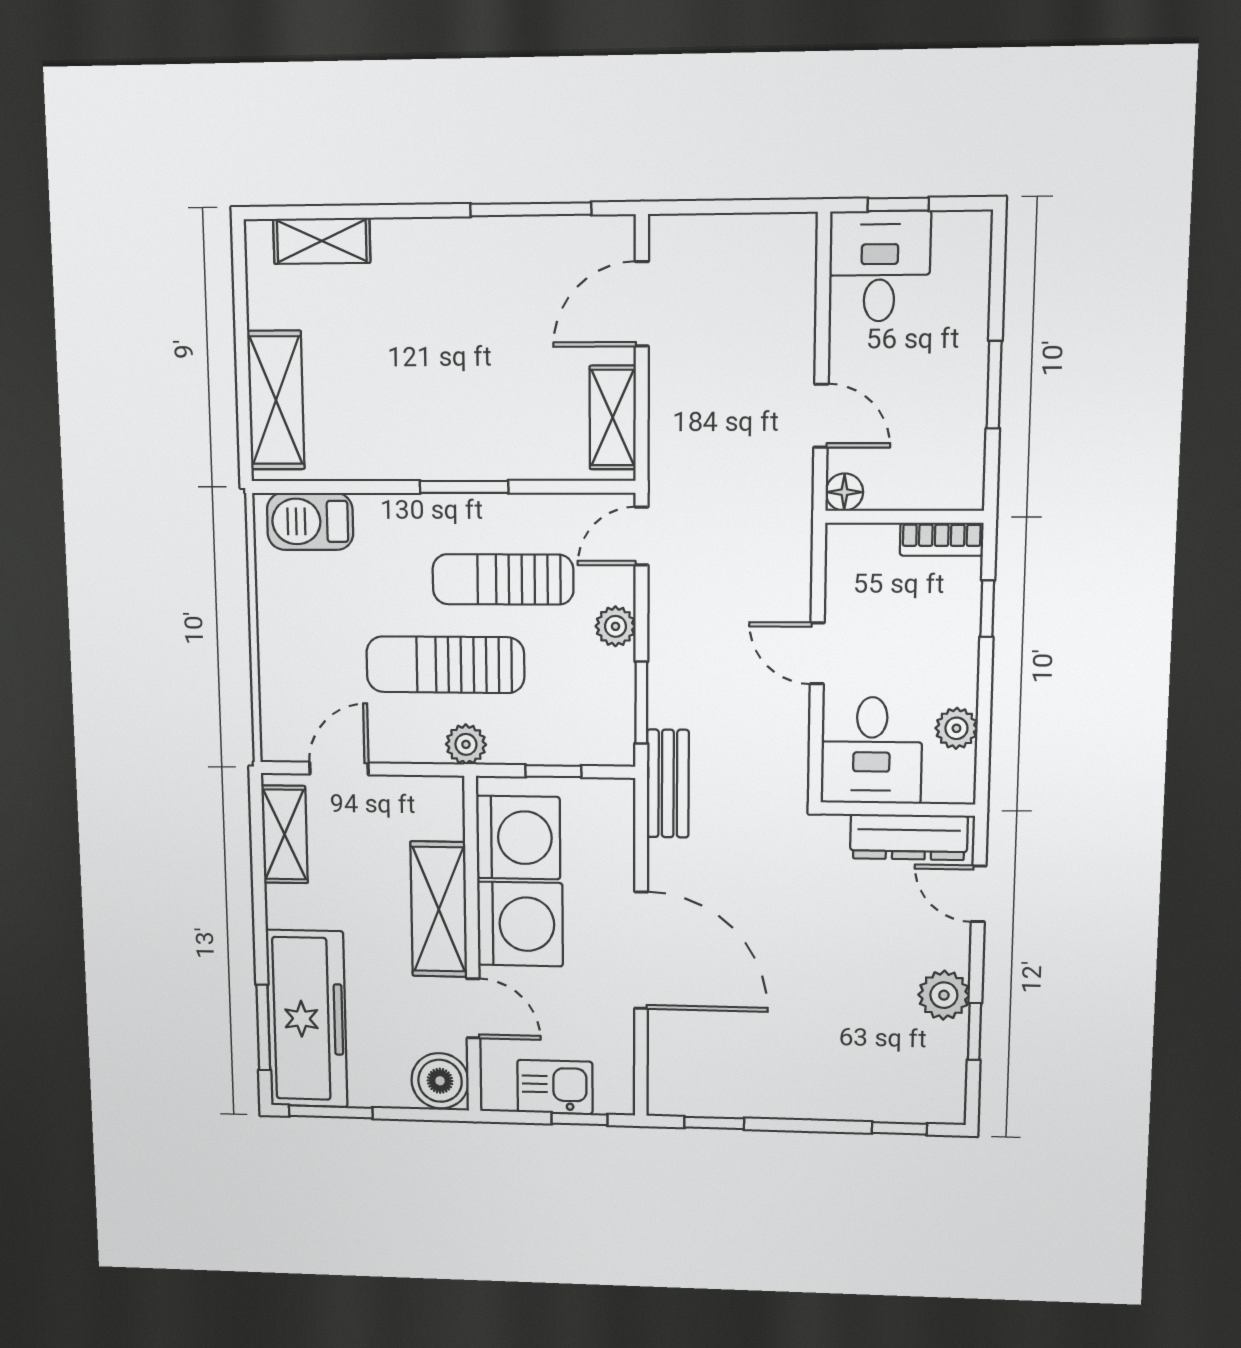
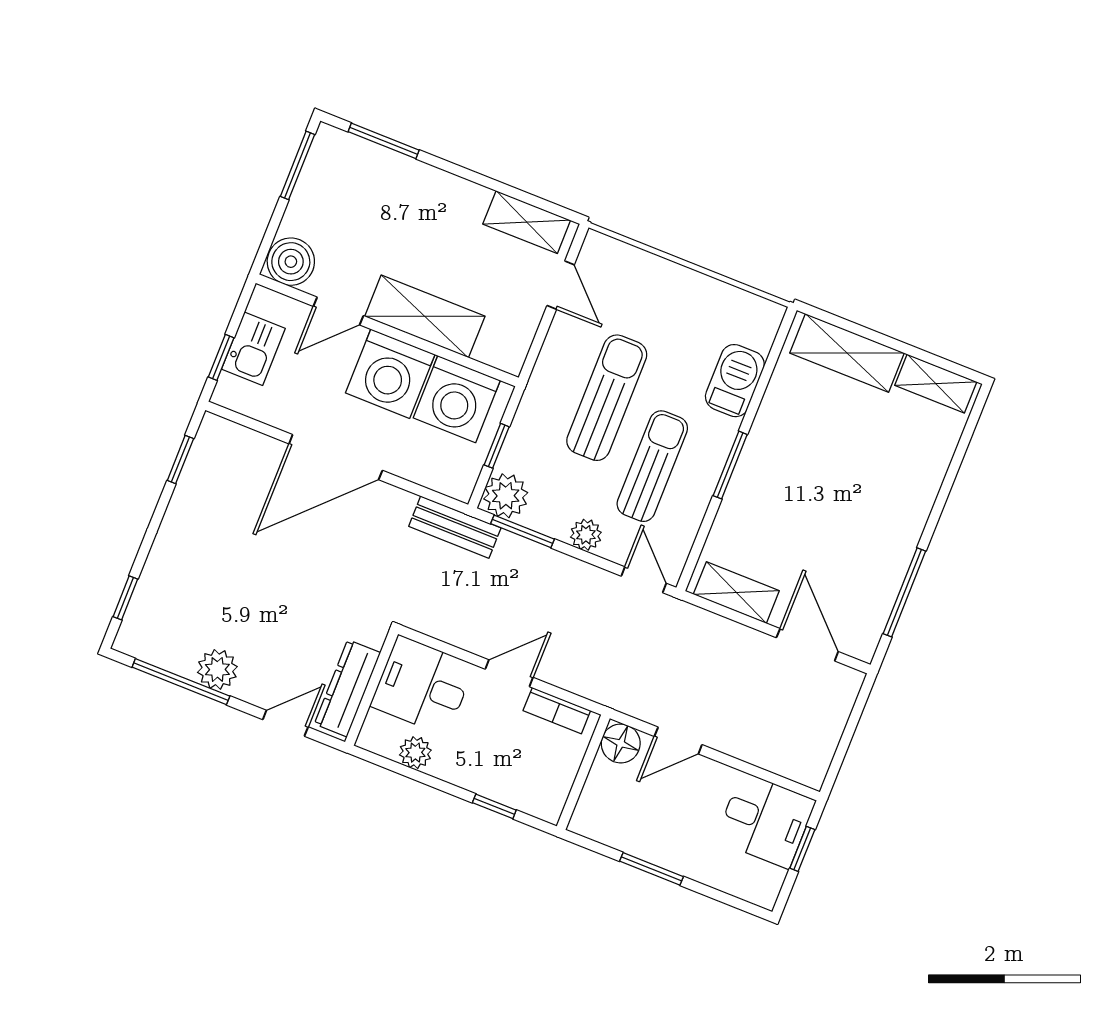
shelving: (322, 241) -> (936, 384), moved, turned 90
floor lamp: (844, 492) -> (621, 743), width x1.37, depth x1.37
barbecue: (310, 521) -> (735, 381), moved
bookcase: (942, 539) -> (557, 711), moved, turned -90
plant: (466, 744) -> (506, 496), moved, width x1.38, depth x1.38
freezer: (307, 1019) -> (378, 178), removed
window: (974, 1031) -> (181, 682), width x2.17

